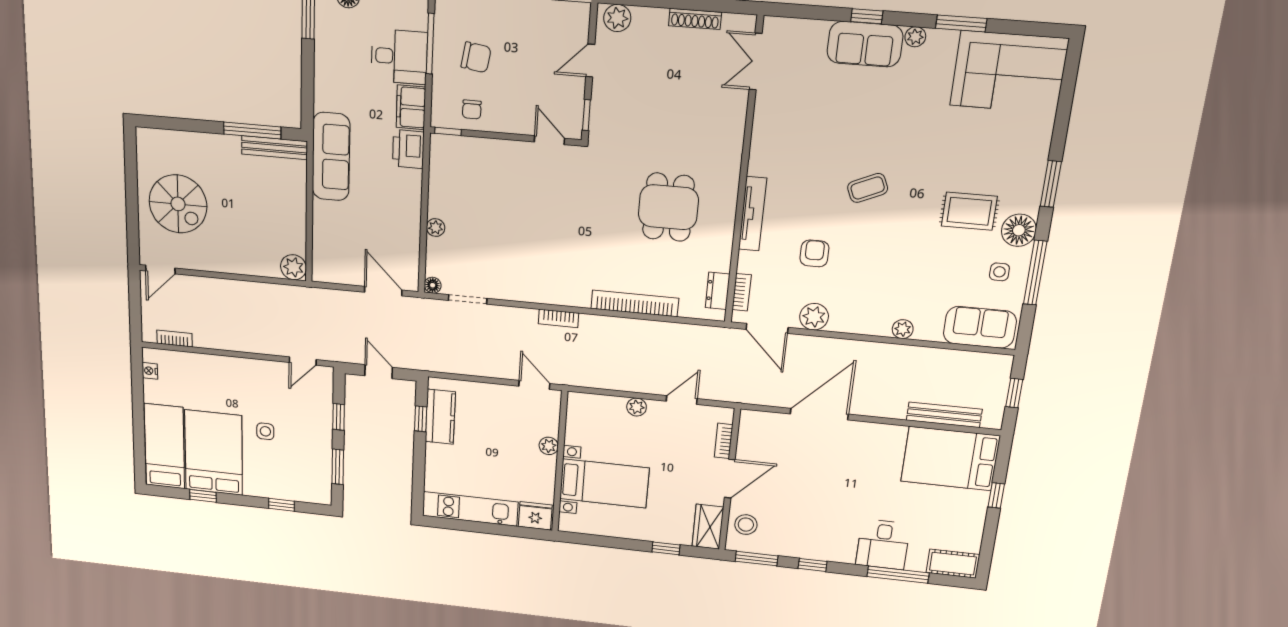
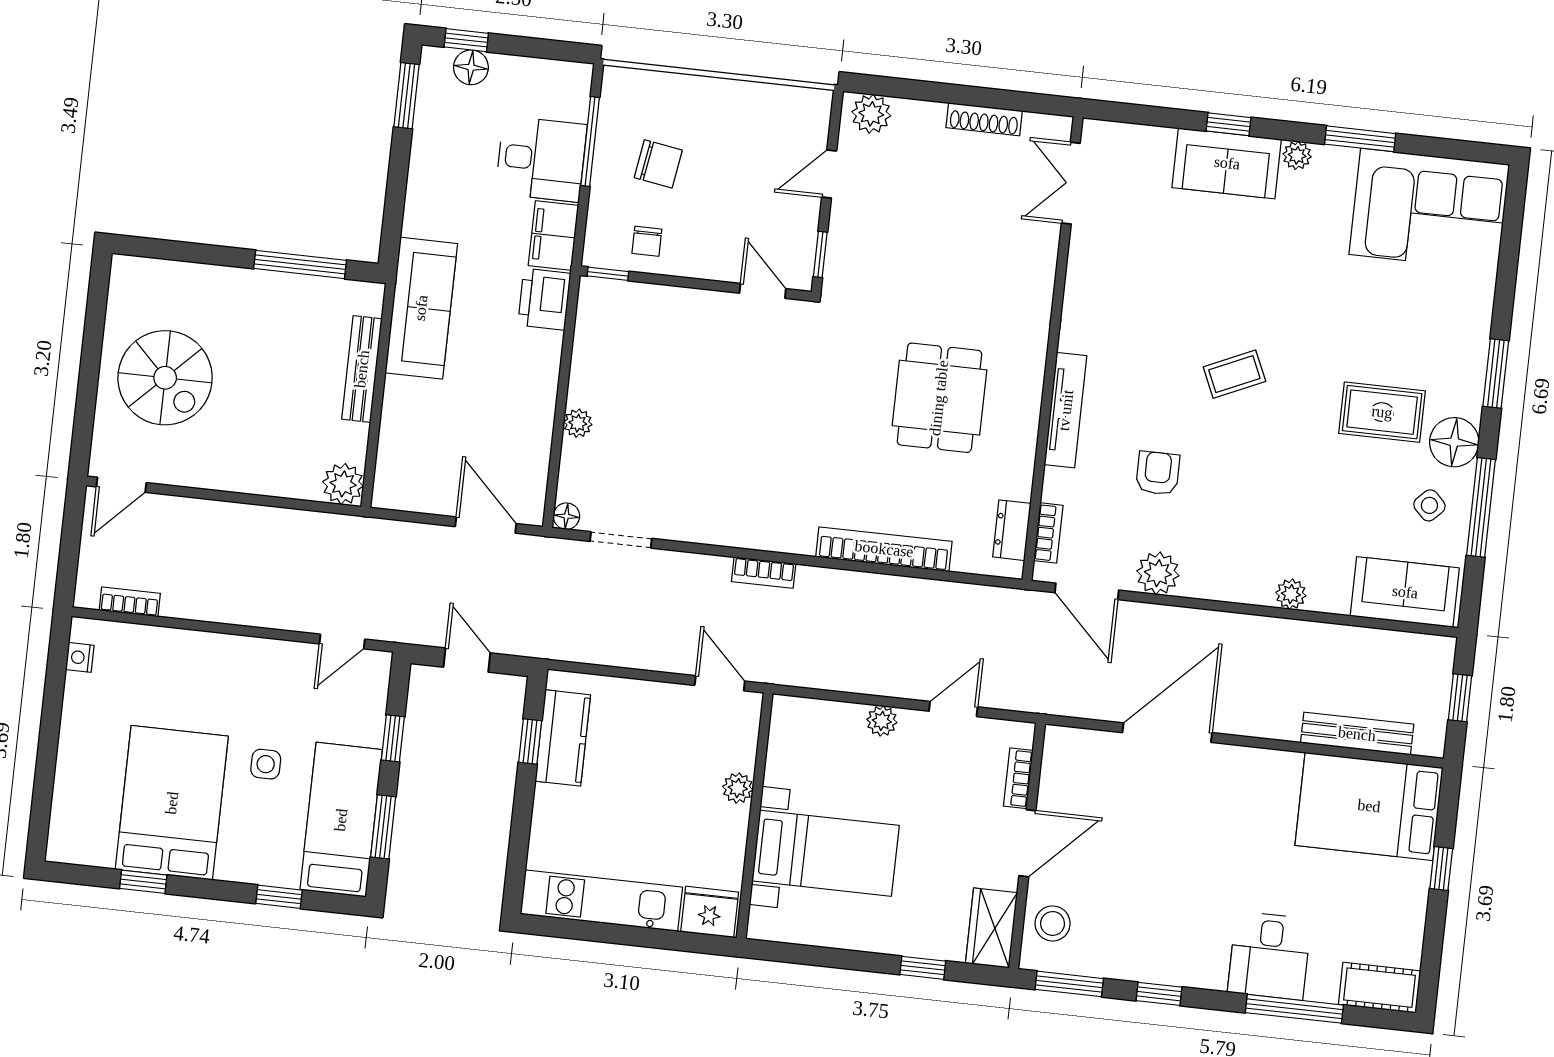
bench: (274, 148) -> (362, 369), moved, turned 90
side table: (999, 272) -> (1429, 505), turned 45
bed: (164, 446) -> (341, 820), moved

